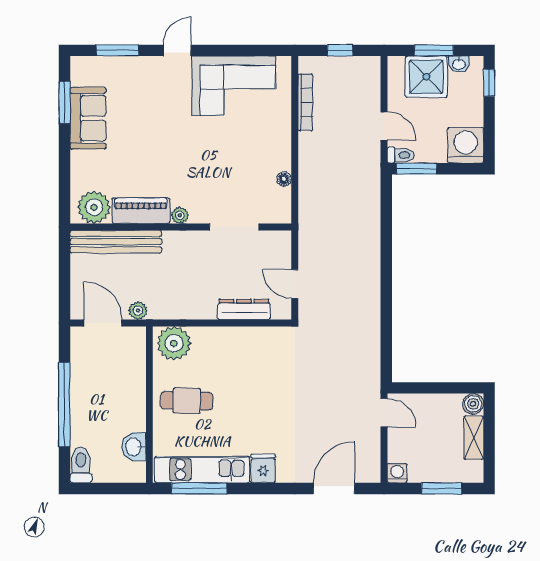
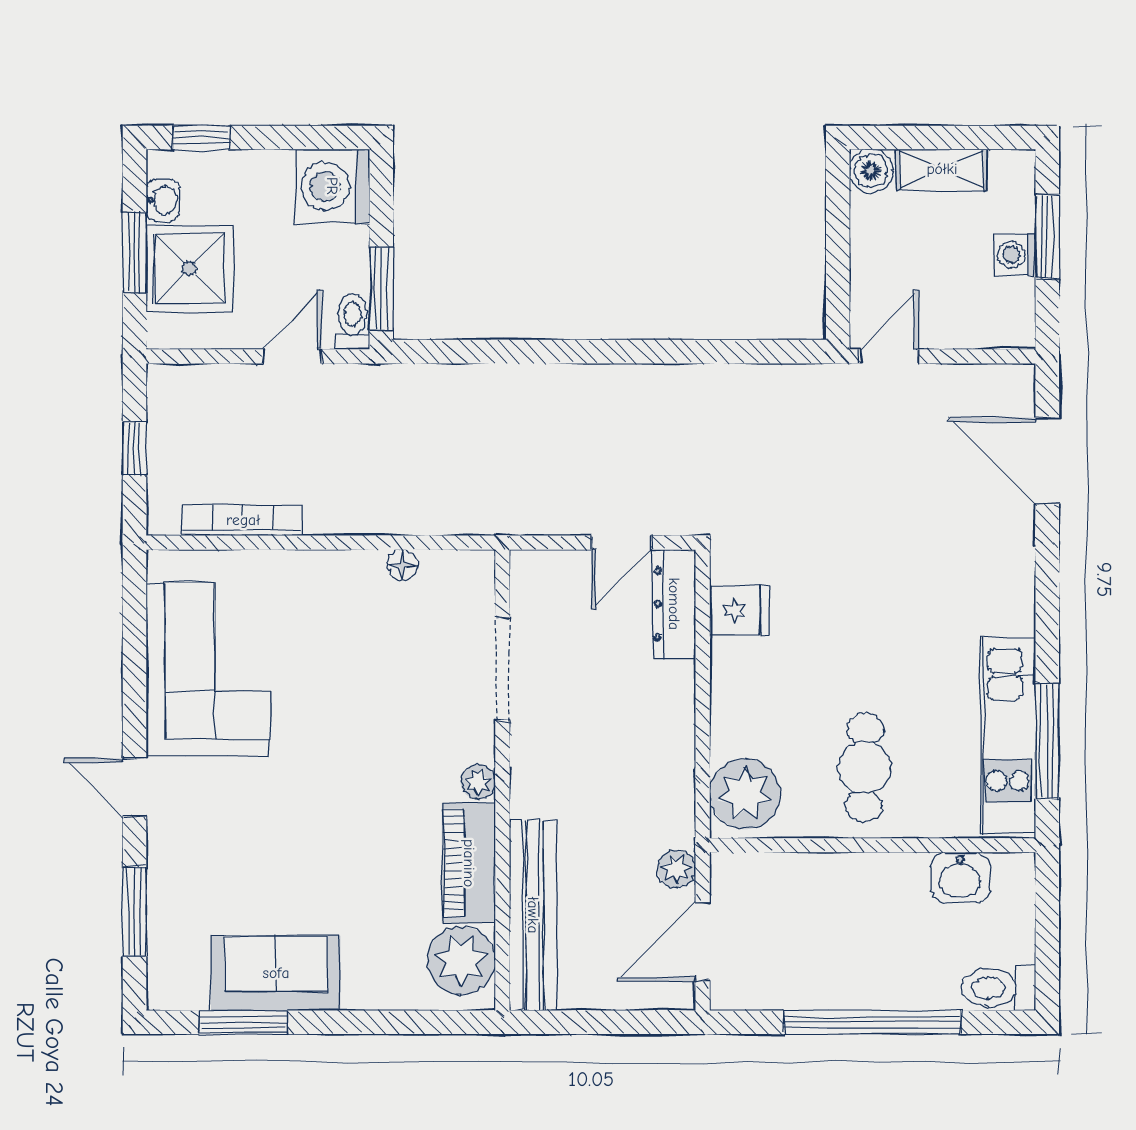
dresser: (244, 309) -> (674, 604), moved
fridge: (263, 468) -> (739, 610), moved, turned 180
washing machine: (397, 473) -> (1015, 255), moved

